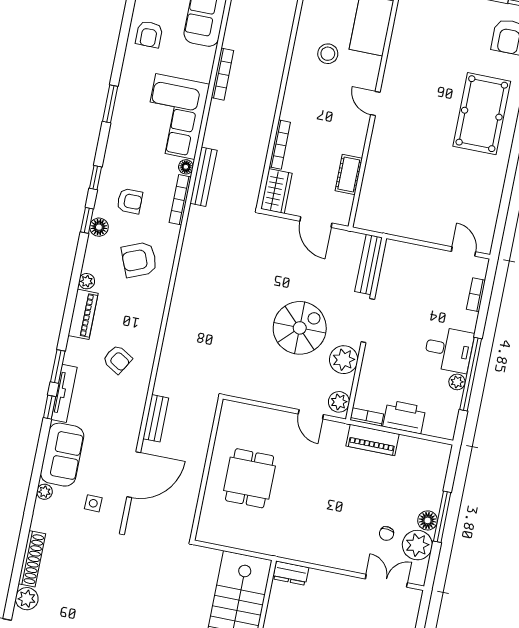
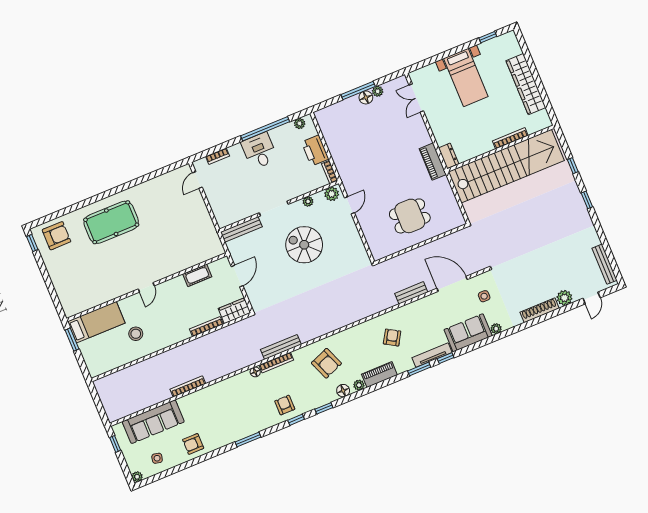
armchair: (149, 34) -> (193, 444), turned 180
corner sofa: (175, 116) -> (230, 397), removed
bench: (203, 177) -> (281, 347), moved
armchair: (130, 201) -> (285, 405), moved
floor lamp: (99, 227) -> (343, 391), moved
plant: (344, 360) -> (308, 201), width x0.53, depth x0.53
plant: (457, 382) -> (300, 123), moved
piano: (373, 440) -> (433, 162), moved, turned 180
chair: (387, 534) -> (389, 116), removed
plant: (417, 545) -> (378, 91), width x0.53, depth x0.53

